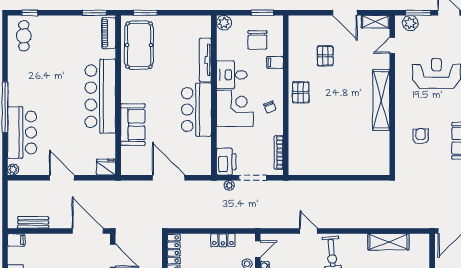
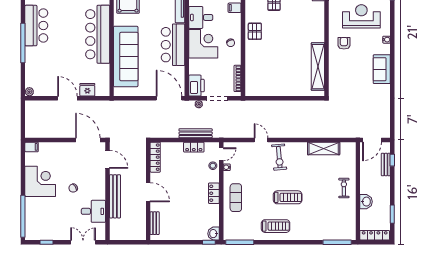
shelving: (381, 100) -> (318, 67), moved
sofa: (133, 125) -> (126, 57), width x1.85, depth x1.27
bar counter: (22, 132) -> (36, 26), moved
armchair: (421, 136) -> (344, 43), moved
fridge: (106, 167) -> (87, 90), moved
door: (169, 178) -> (169, 98), moved
bench: (33, 222) -> (196, 133), moved, width x1.36

